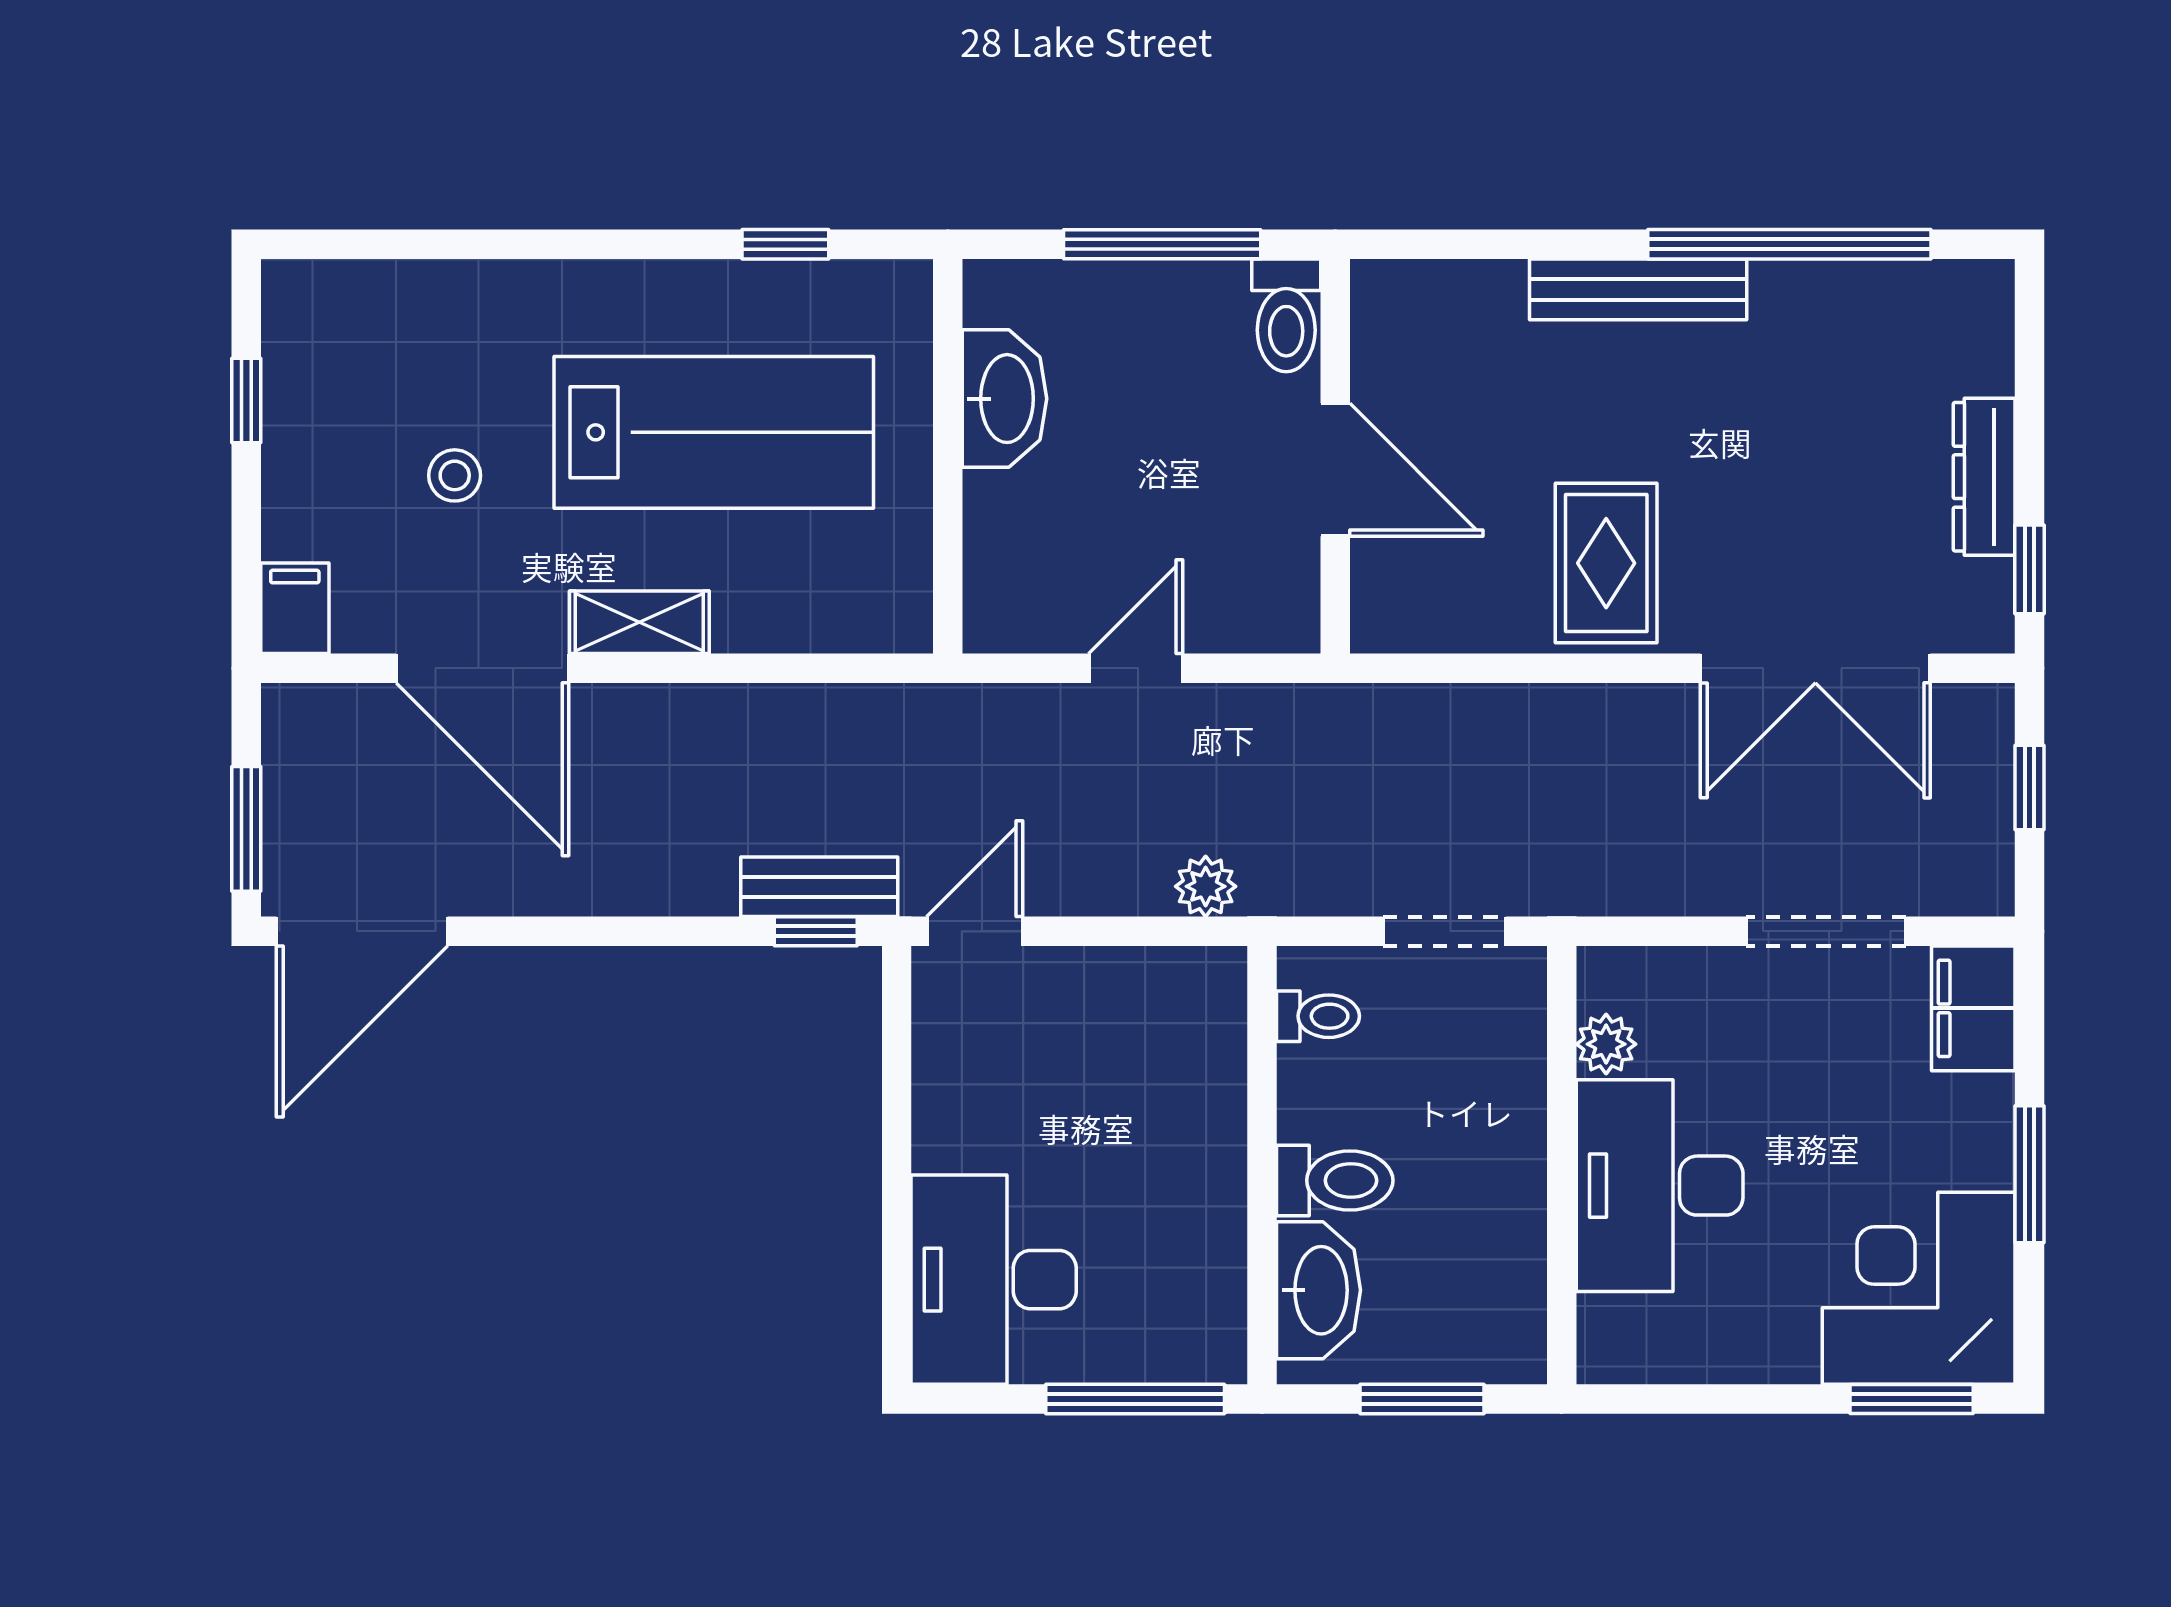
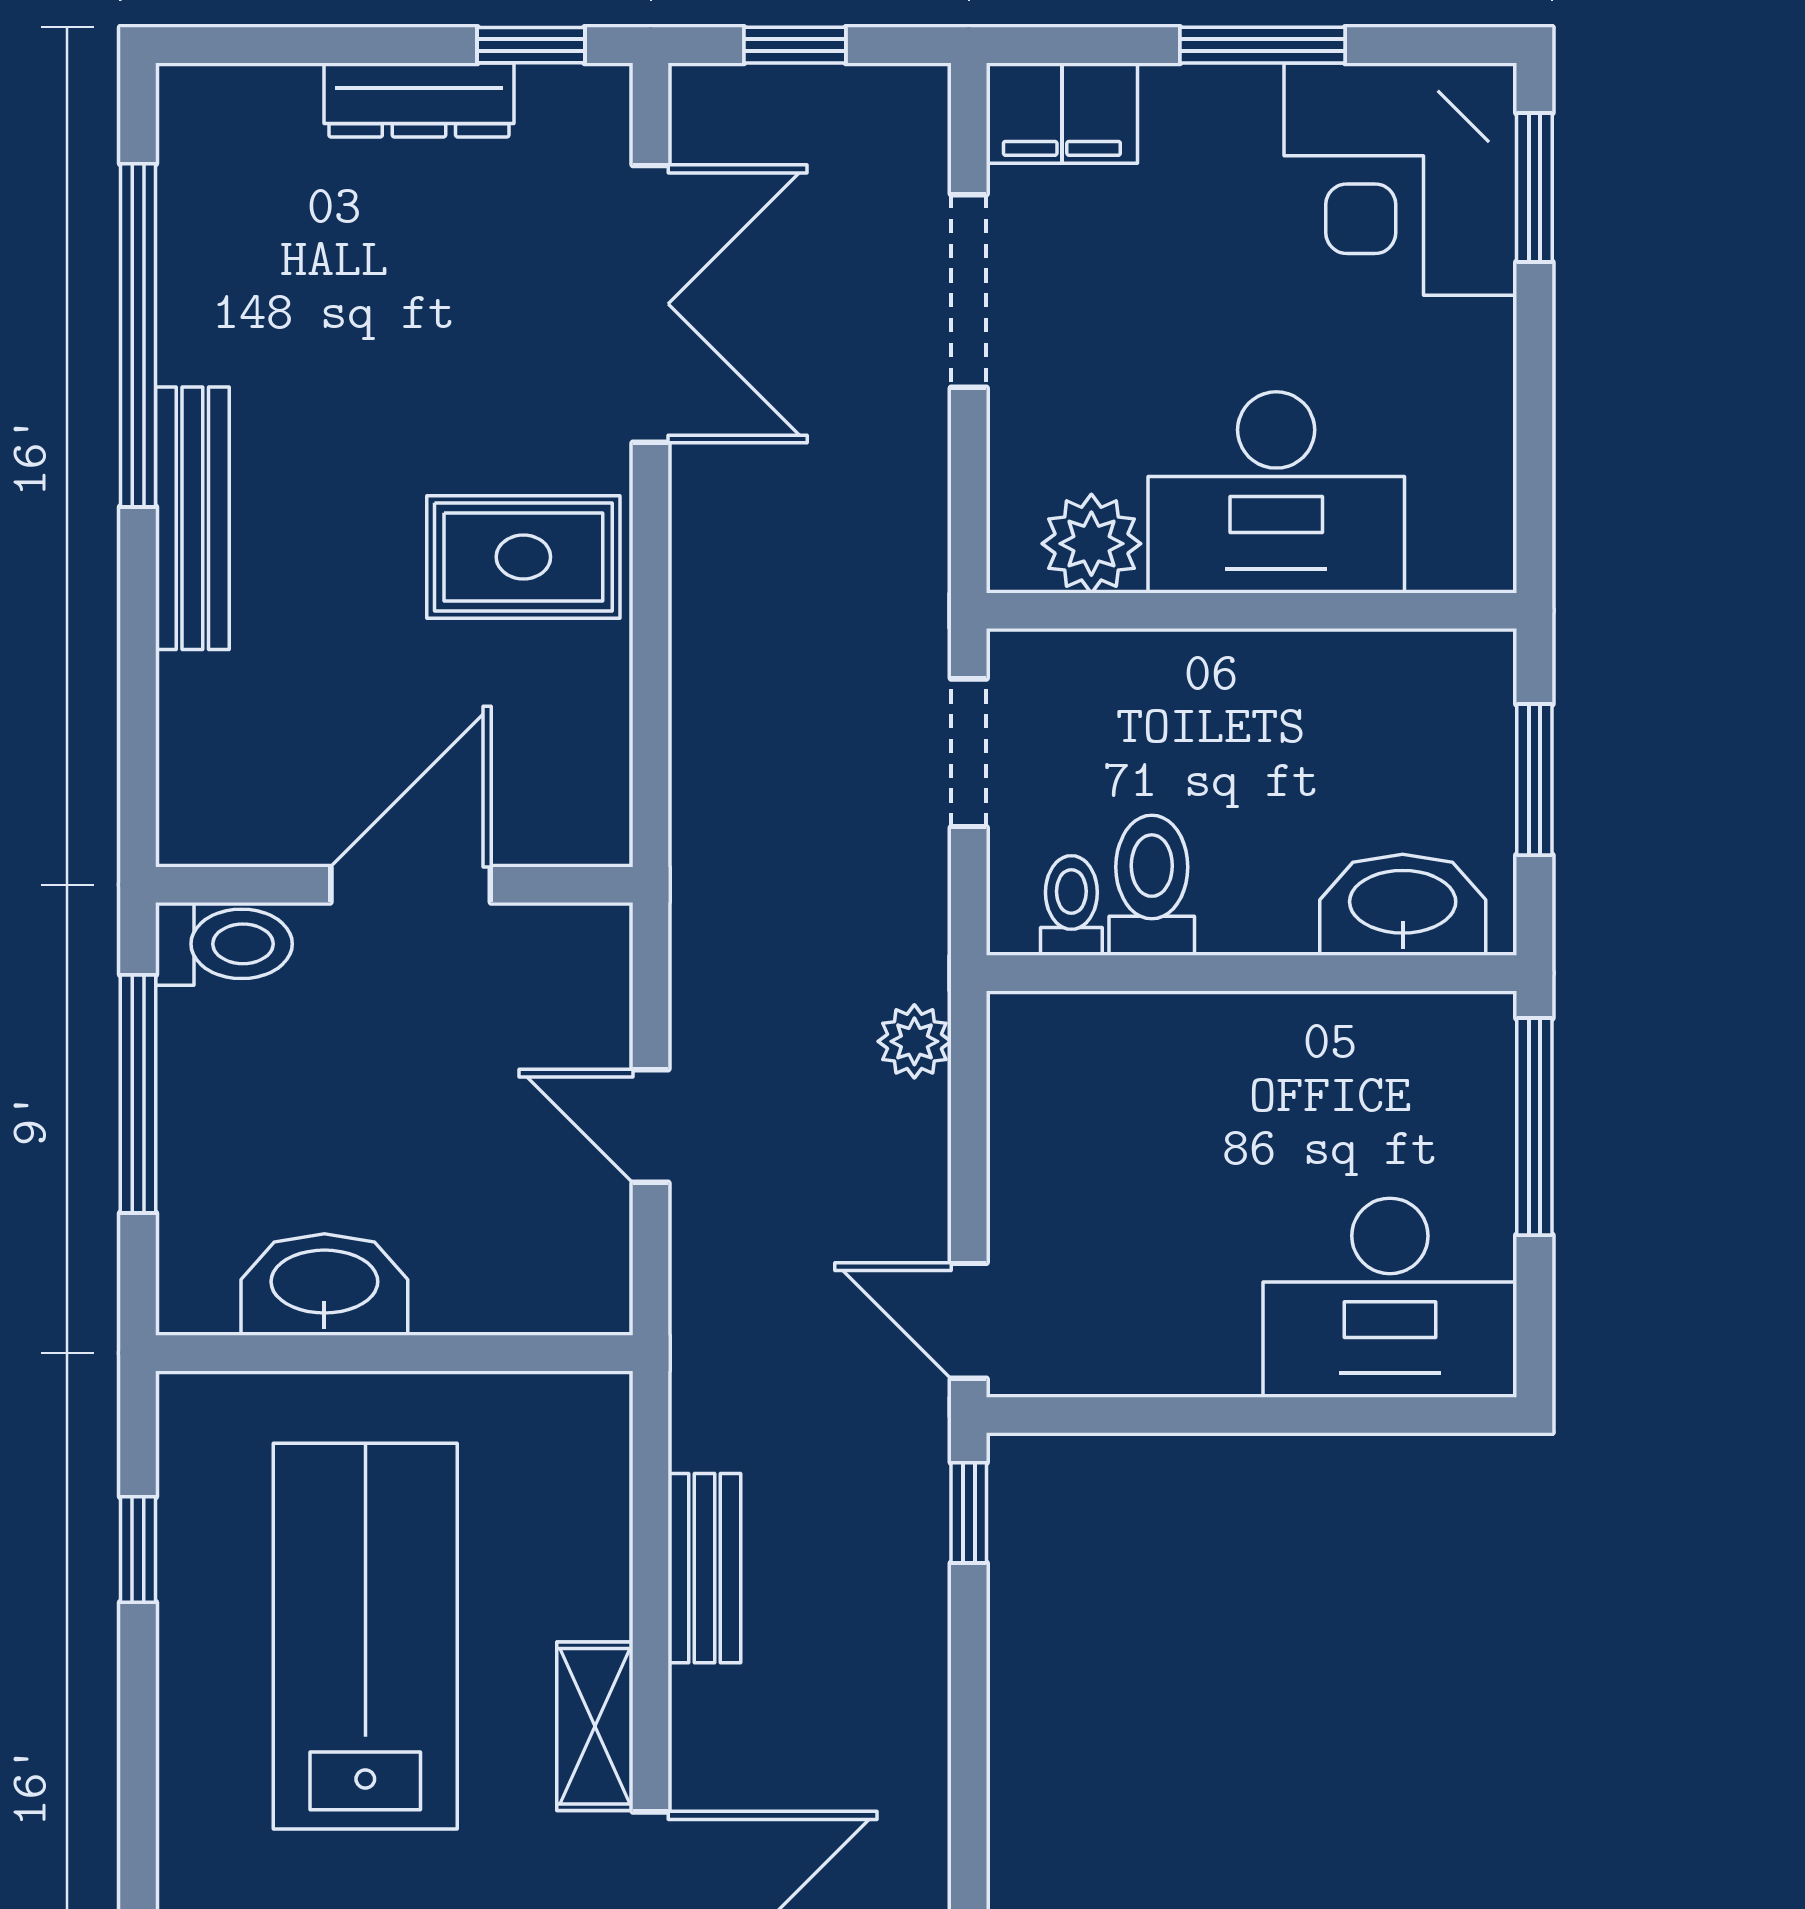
bench: (819, 887) -> (704, 1568), moved
plant: (1606, 1044) -> (1091, 544), width x1.38, depth x1.38
toilet: (1335, 1180) -> (1152, 885), moved

